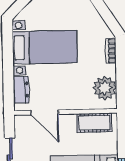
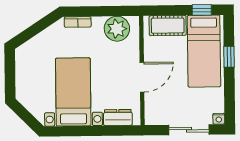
door: (45, 112) -> (142, 77), moved
cot: (94, 123) -> (168, 26), moved, turned 90

